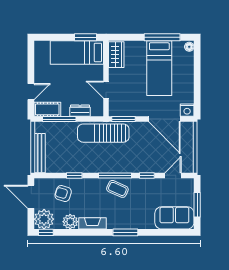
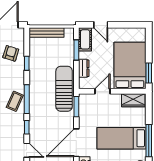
bed: (77, 52) -> (130, 65), width x1.50
window: (59, 119) -> (76, 50), width x0.69

